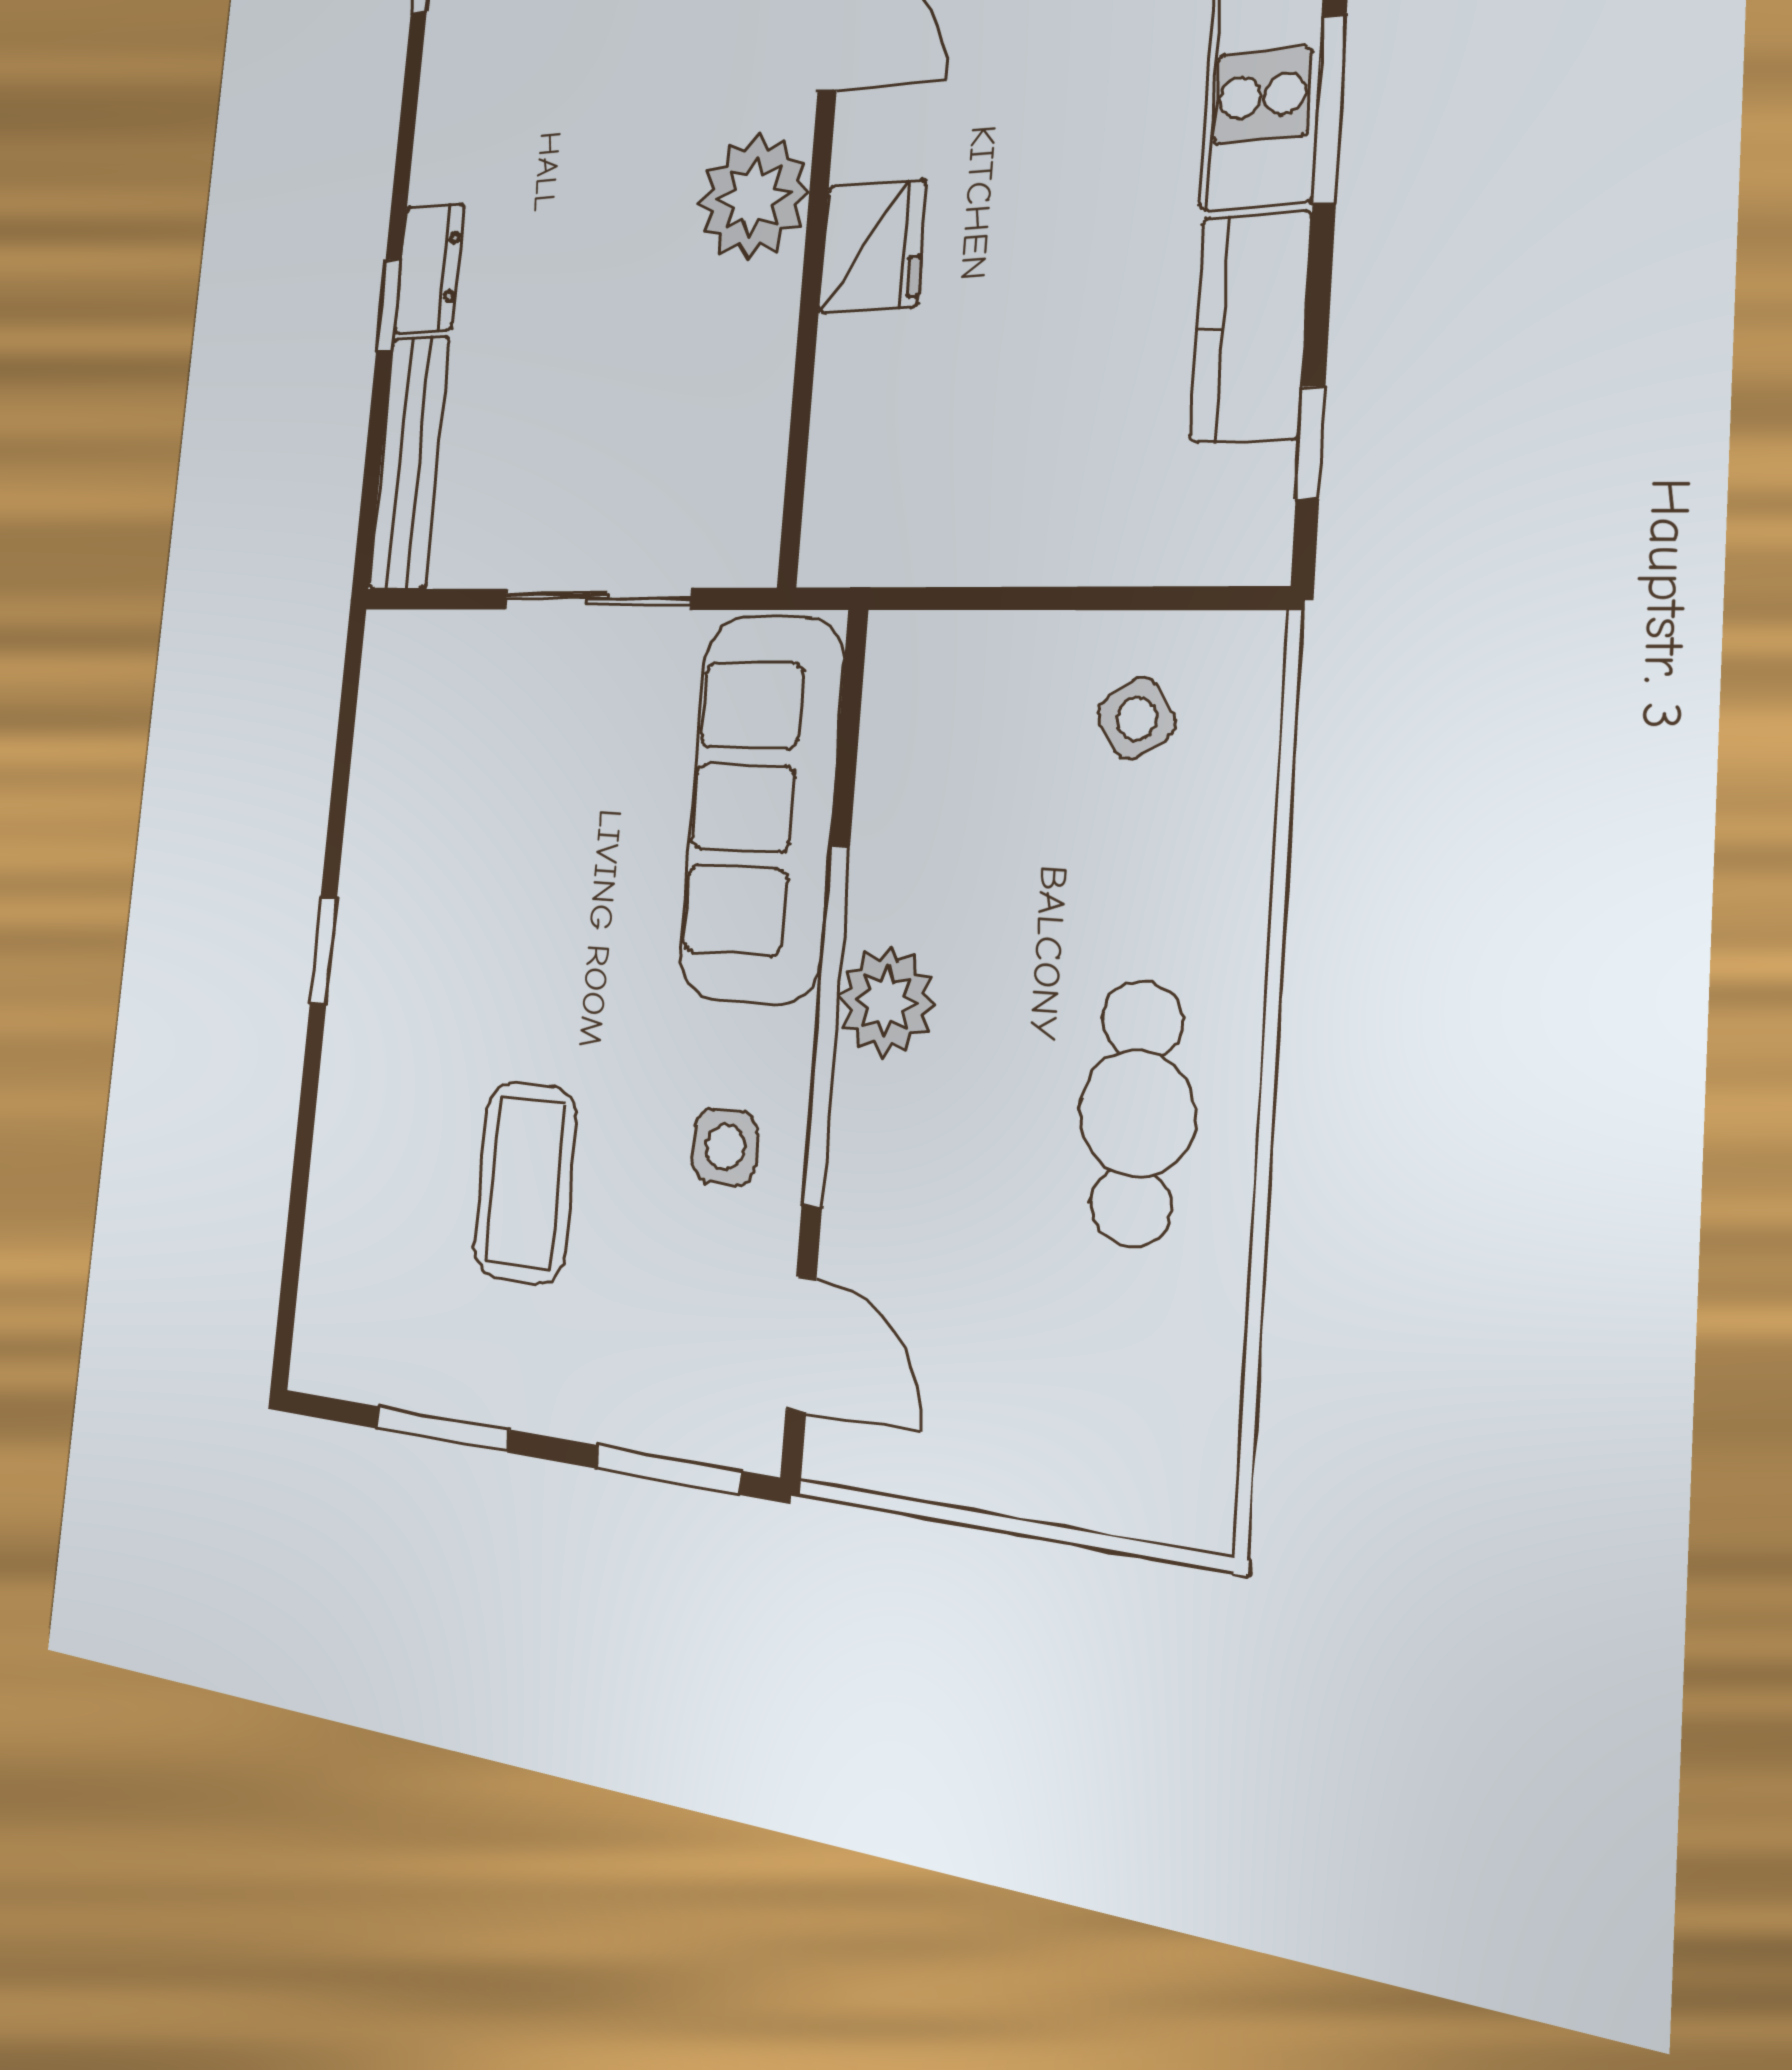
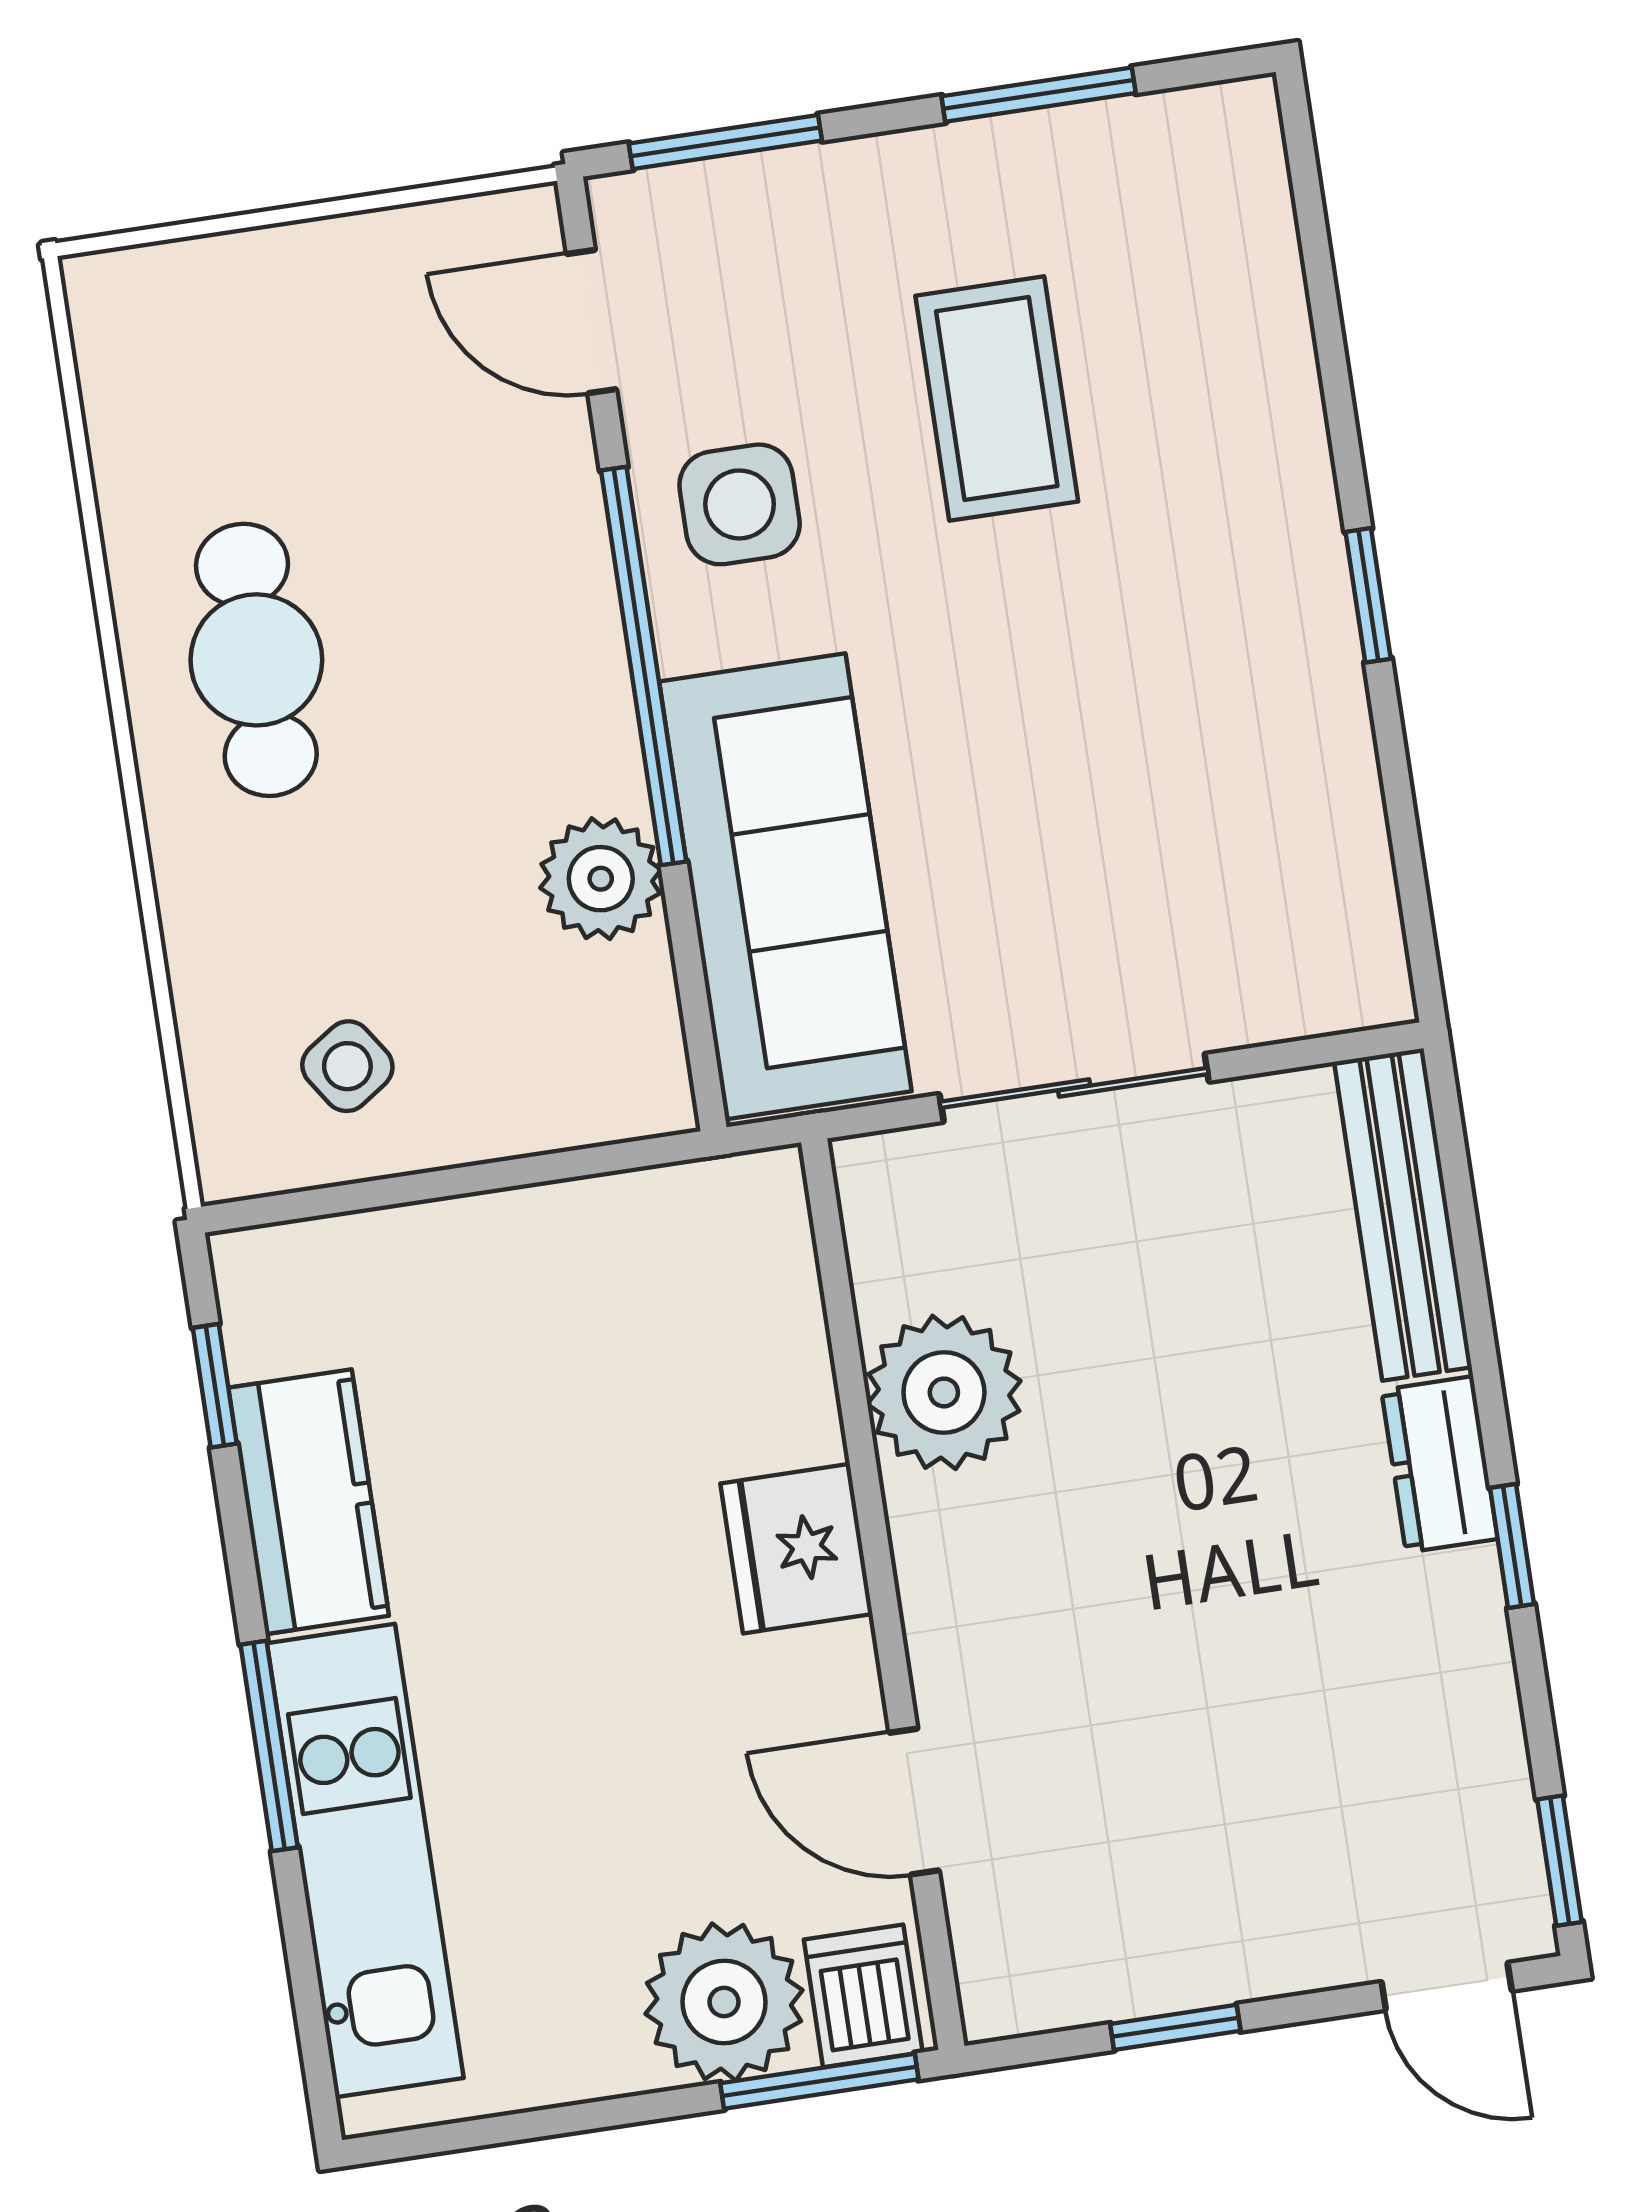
plant: (753, 197) -> (944, 1392), moved
window: (389, 306) -> (1512, 1546), moved
plant: (886, 1002) -> (601, 879), moved
side table: (725, 1147) -> (740, 504), width x1.37, depth x1.37

